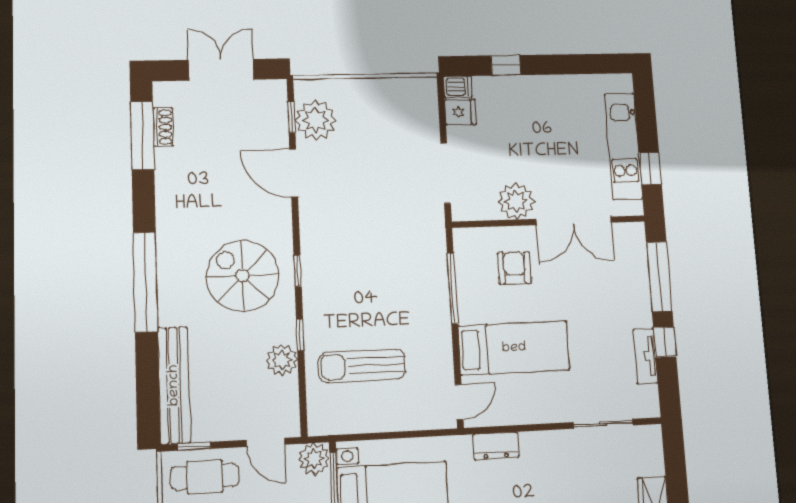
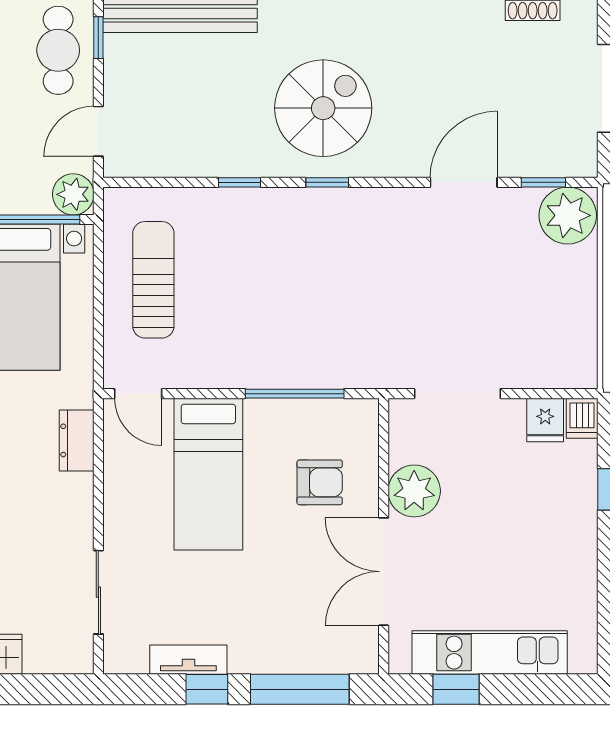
plant: (316, 120) -> (568, 215), moved
plant: (282, 360) -> (207, 157), removed
sun lounger: (362, 366) -> (153, 280), moved

